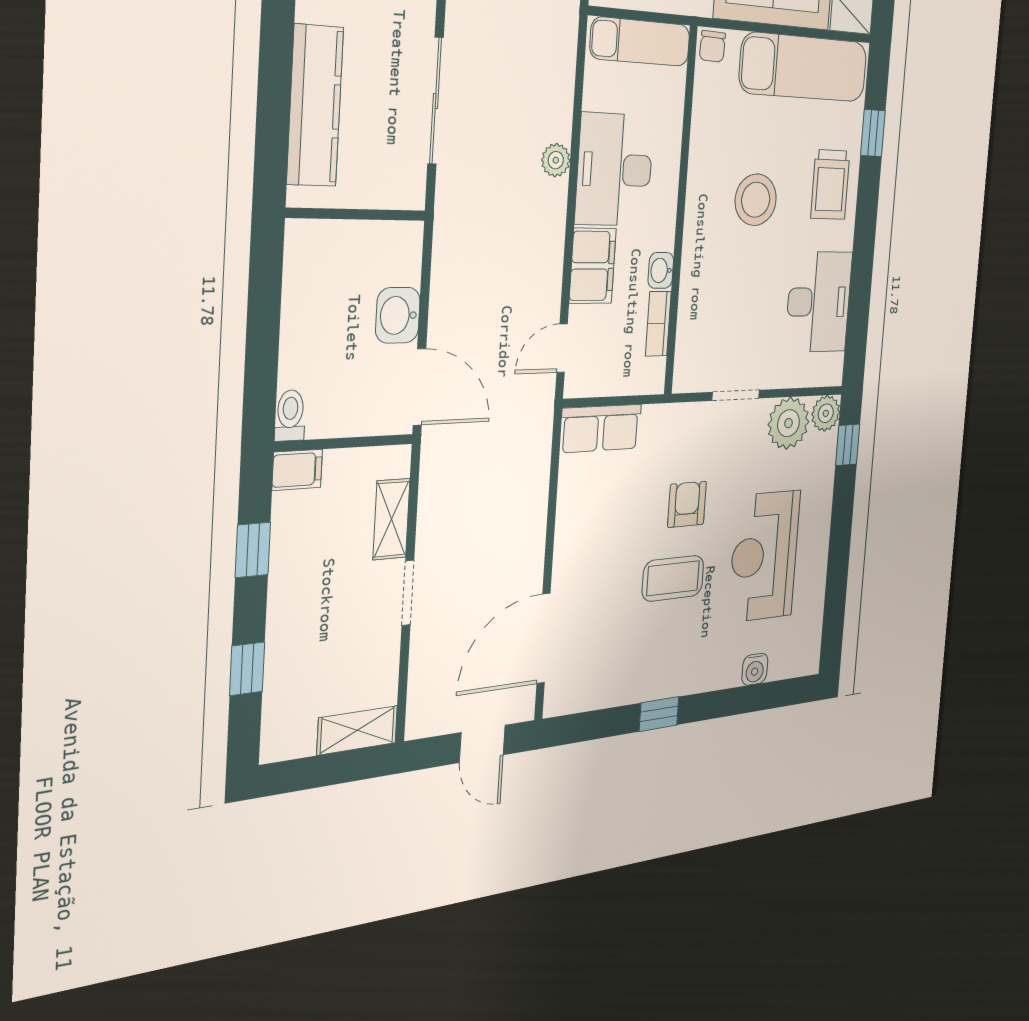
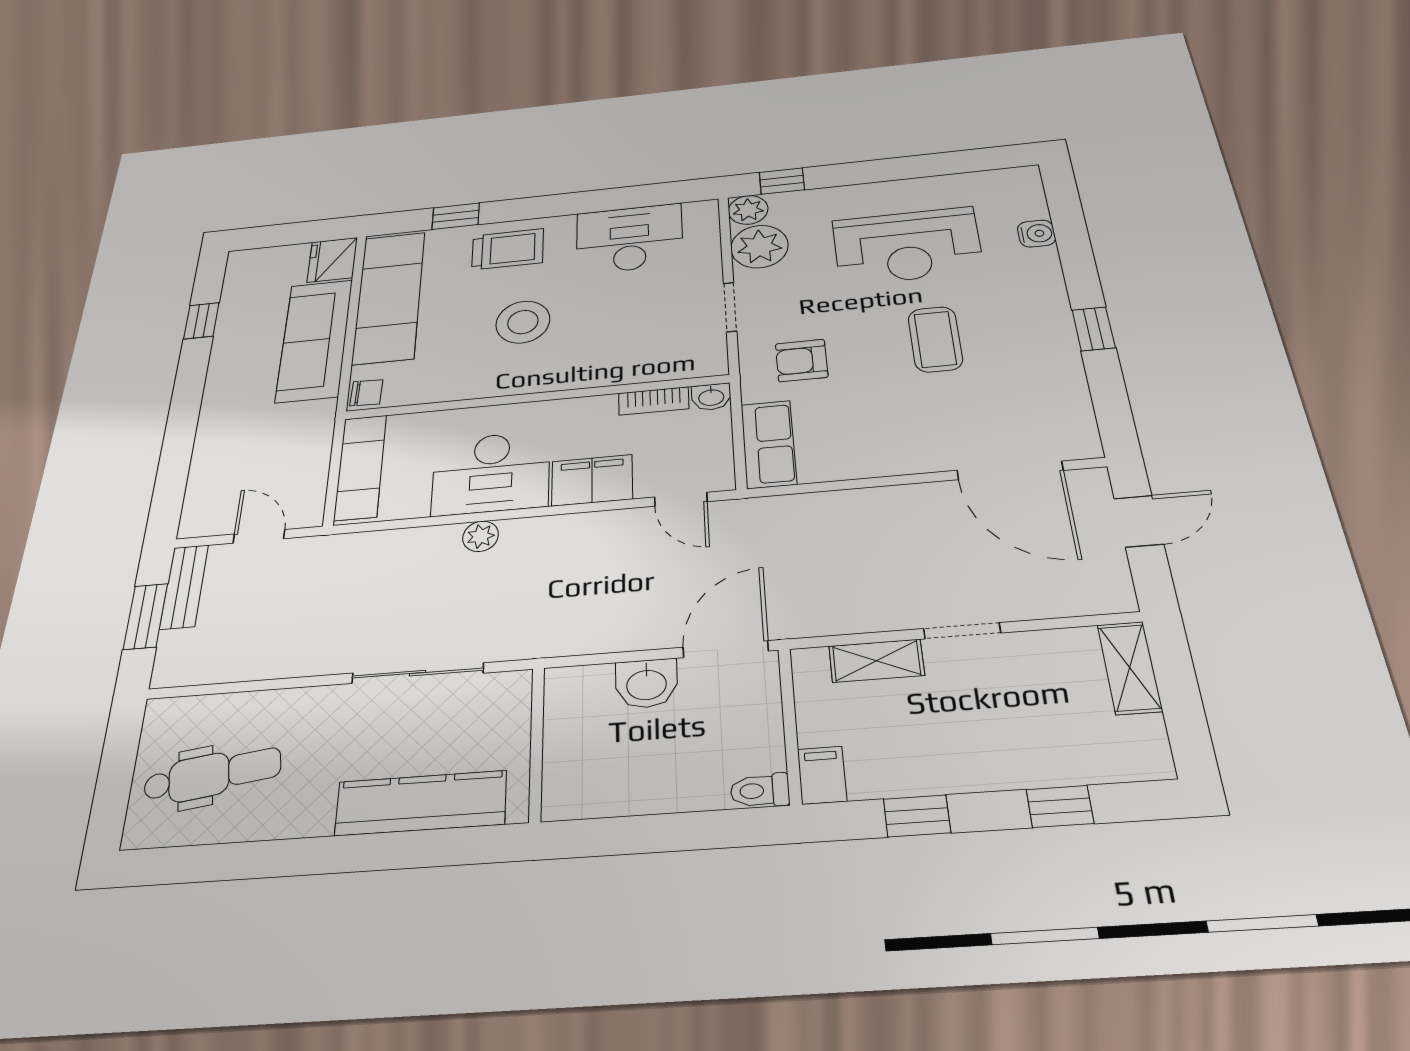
washbasin: (661, 270) -> (711, 397), moved
armchair: (687, 504) -> (802, 361), moved

